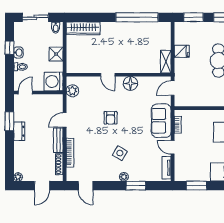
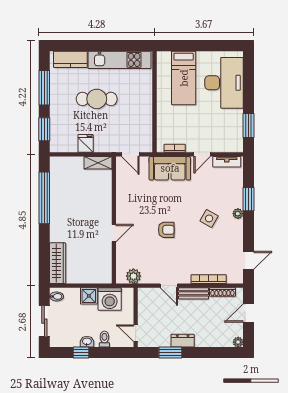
washing machine: (54, 81) -> (110, 299), moved
floor lamp: (130, 83) -> (124, 206), removed
door: (42, 186) -> (248, 313), swing flipped

